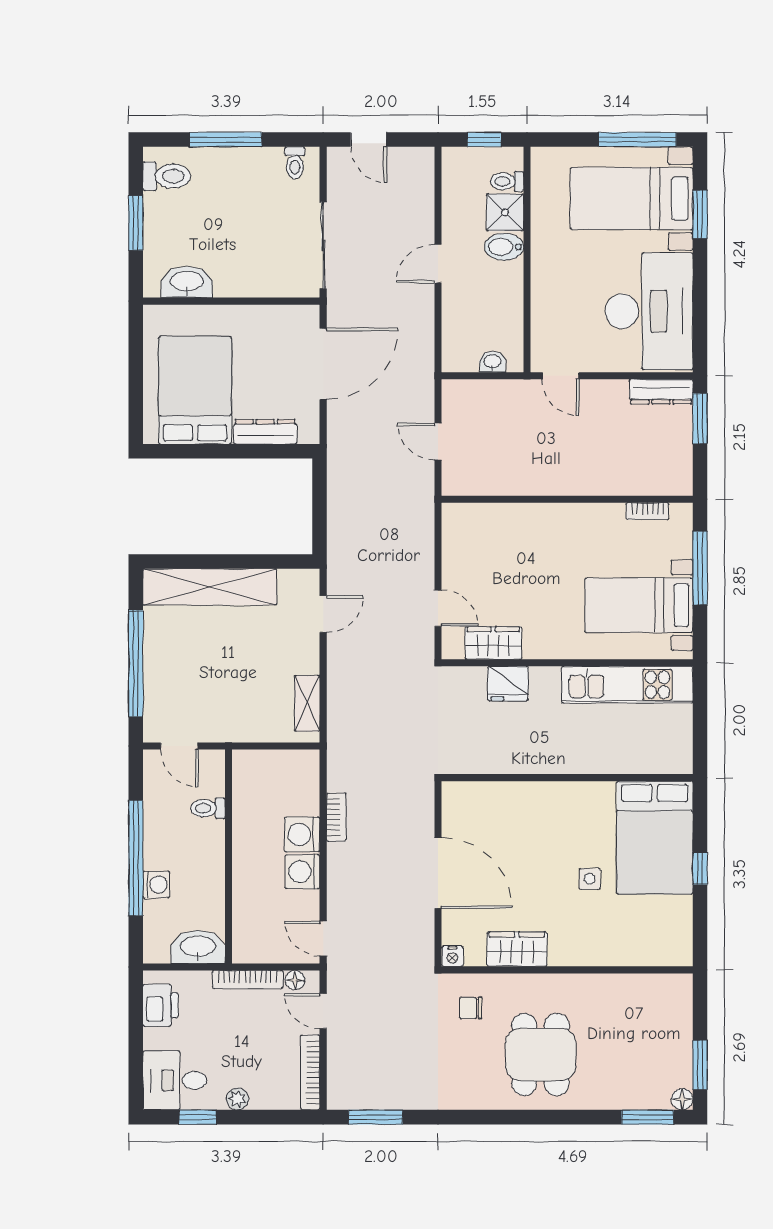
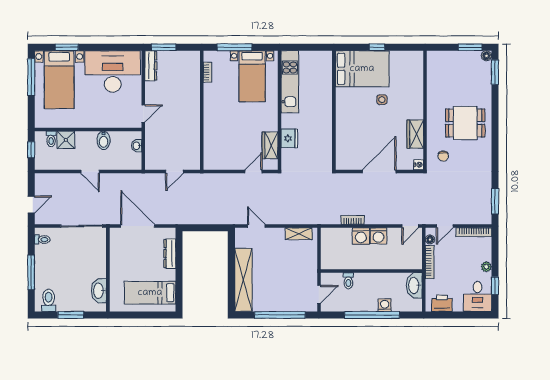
bidet: (504, 247) -> (104, 140), moved
bed: (195, 390) -> (150, 293), width x0.67

